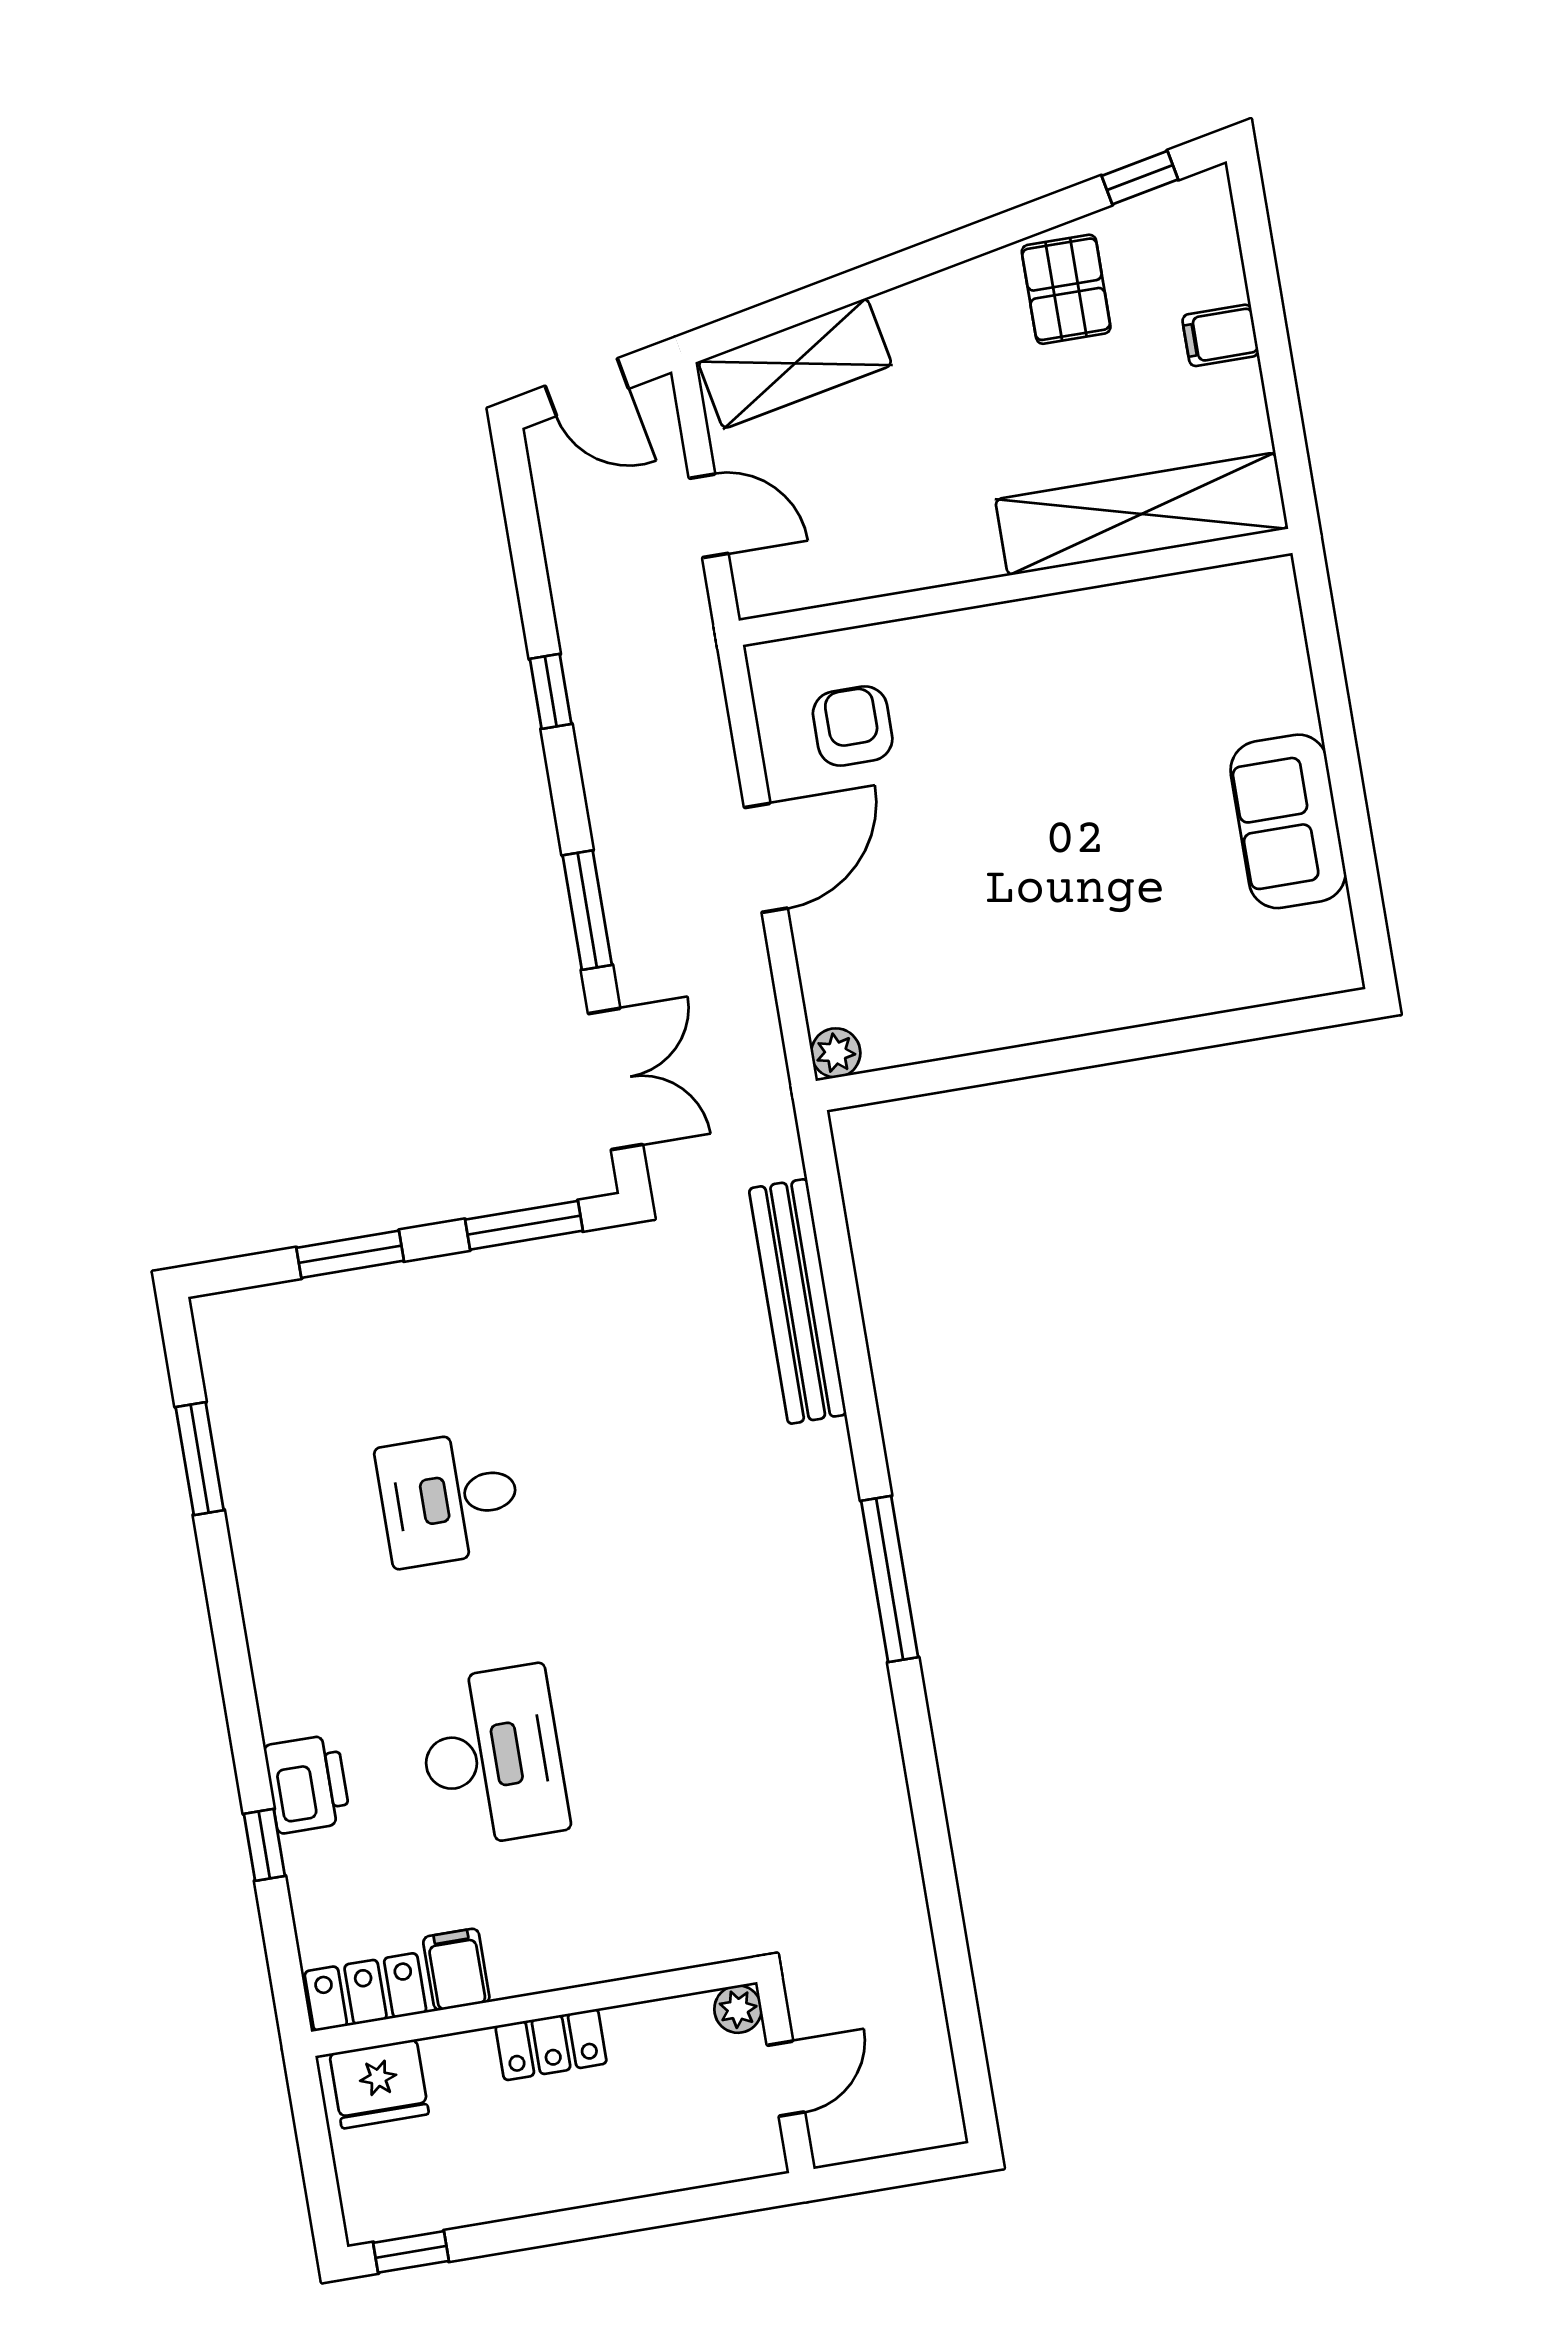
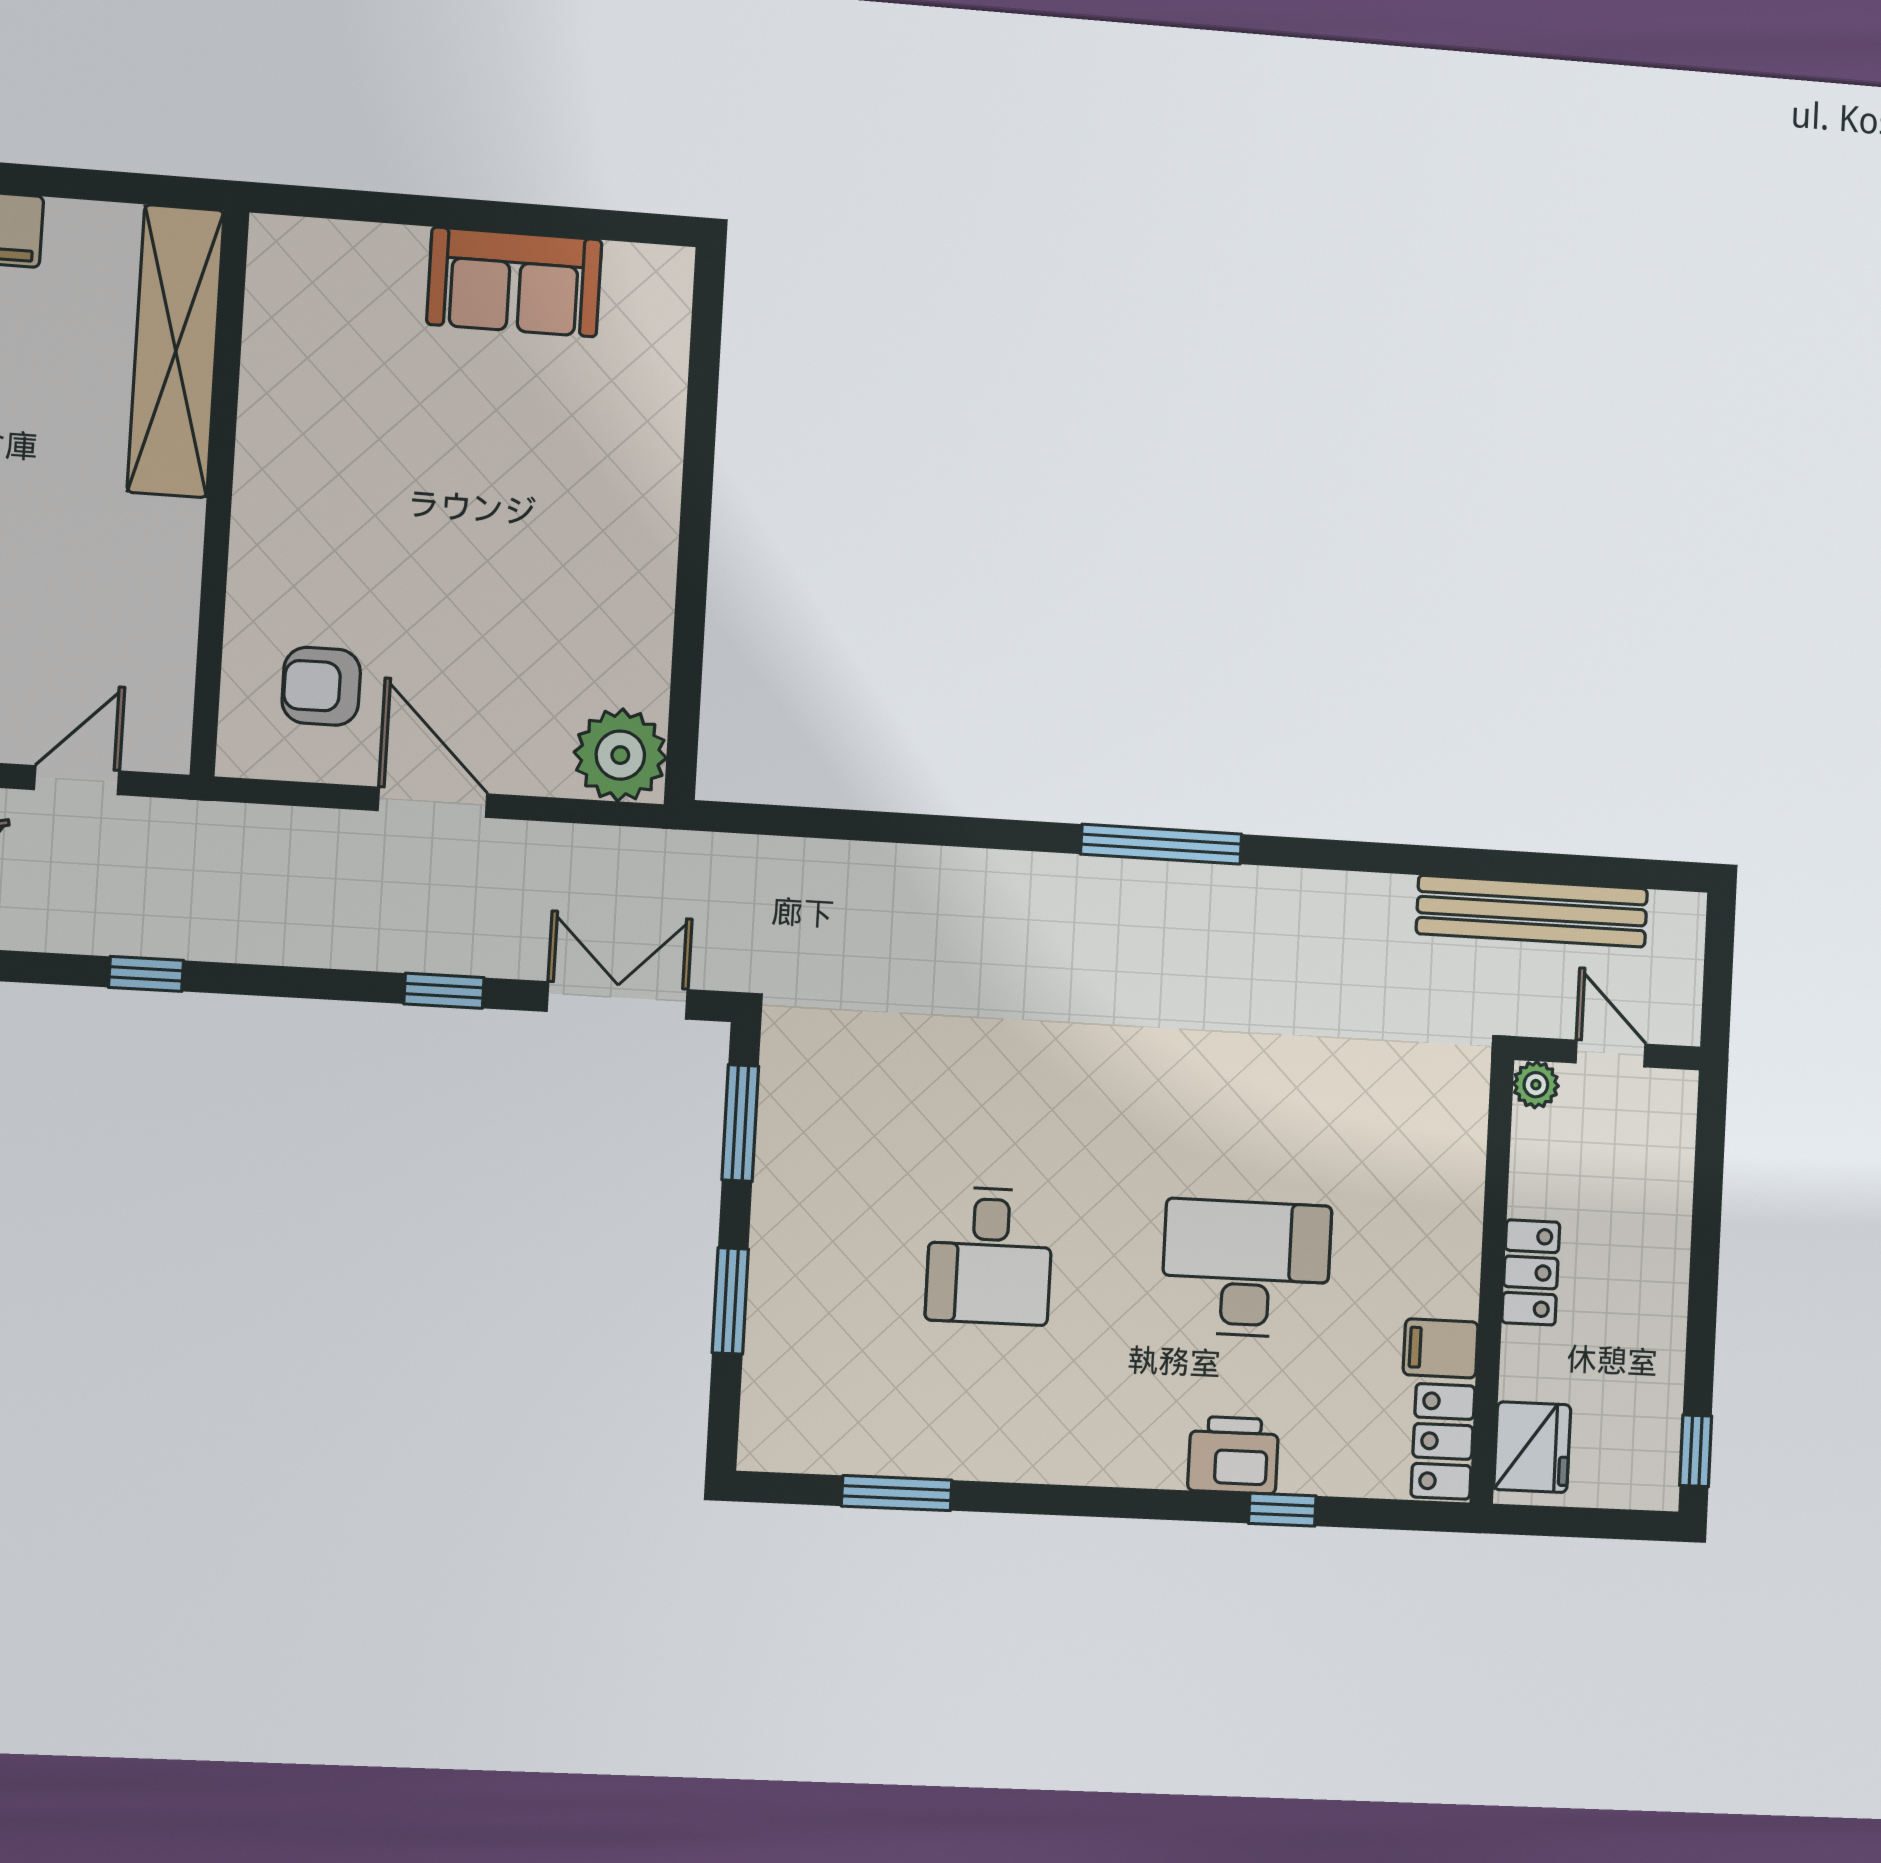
window: (551, 691) -> (146, 974), moved
window: (587, 910) -> (444, 991), width x0.67
plant: (836, 1053) -> (620, 755), width x1.88, depth x1.88
bench: (798, 1301) -> (1532, 911), moved

